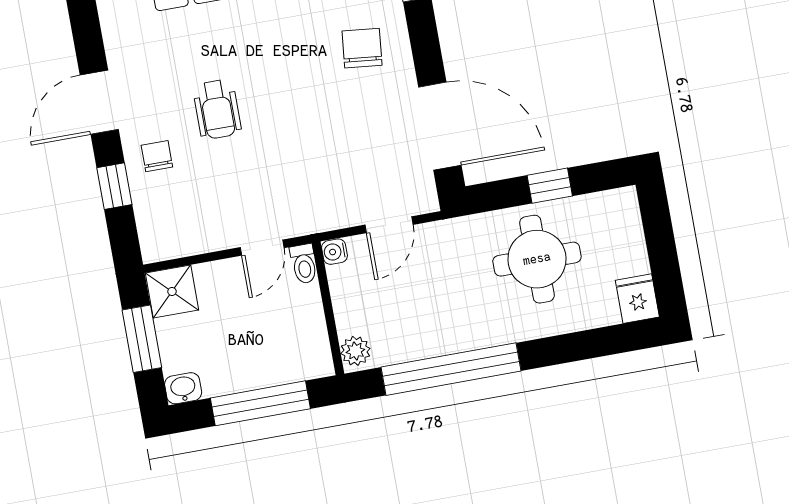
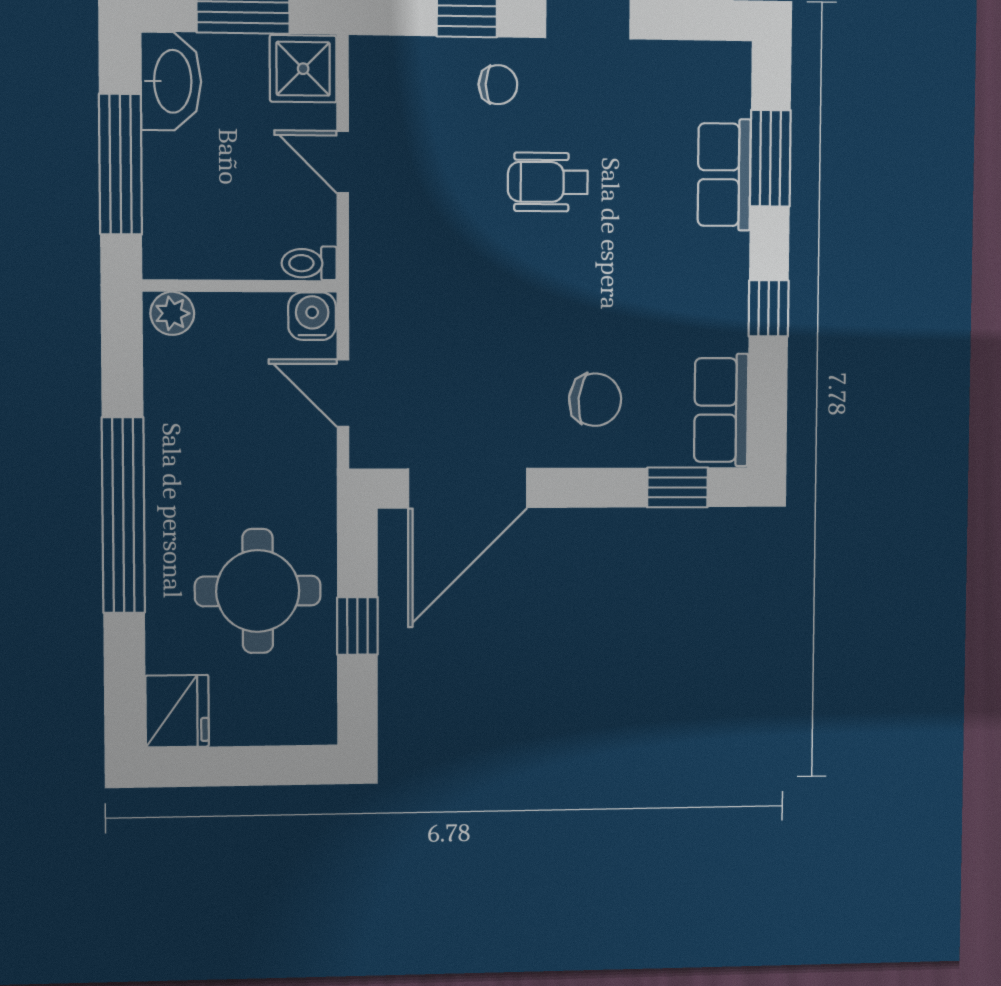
door: (262, 248) -> (343, 162), moved
water cooler: (334, 252) -> (312, 316), width x1.38, depth x1.38
fridge: (637, 299) -> (177, 711), width x1.38
window: (451, 369) -> (123, 515), moved
washbasin: (183, 388) -> (171, 81), width x1.91, depth x1.45

